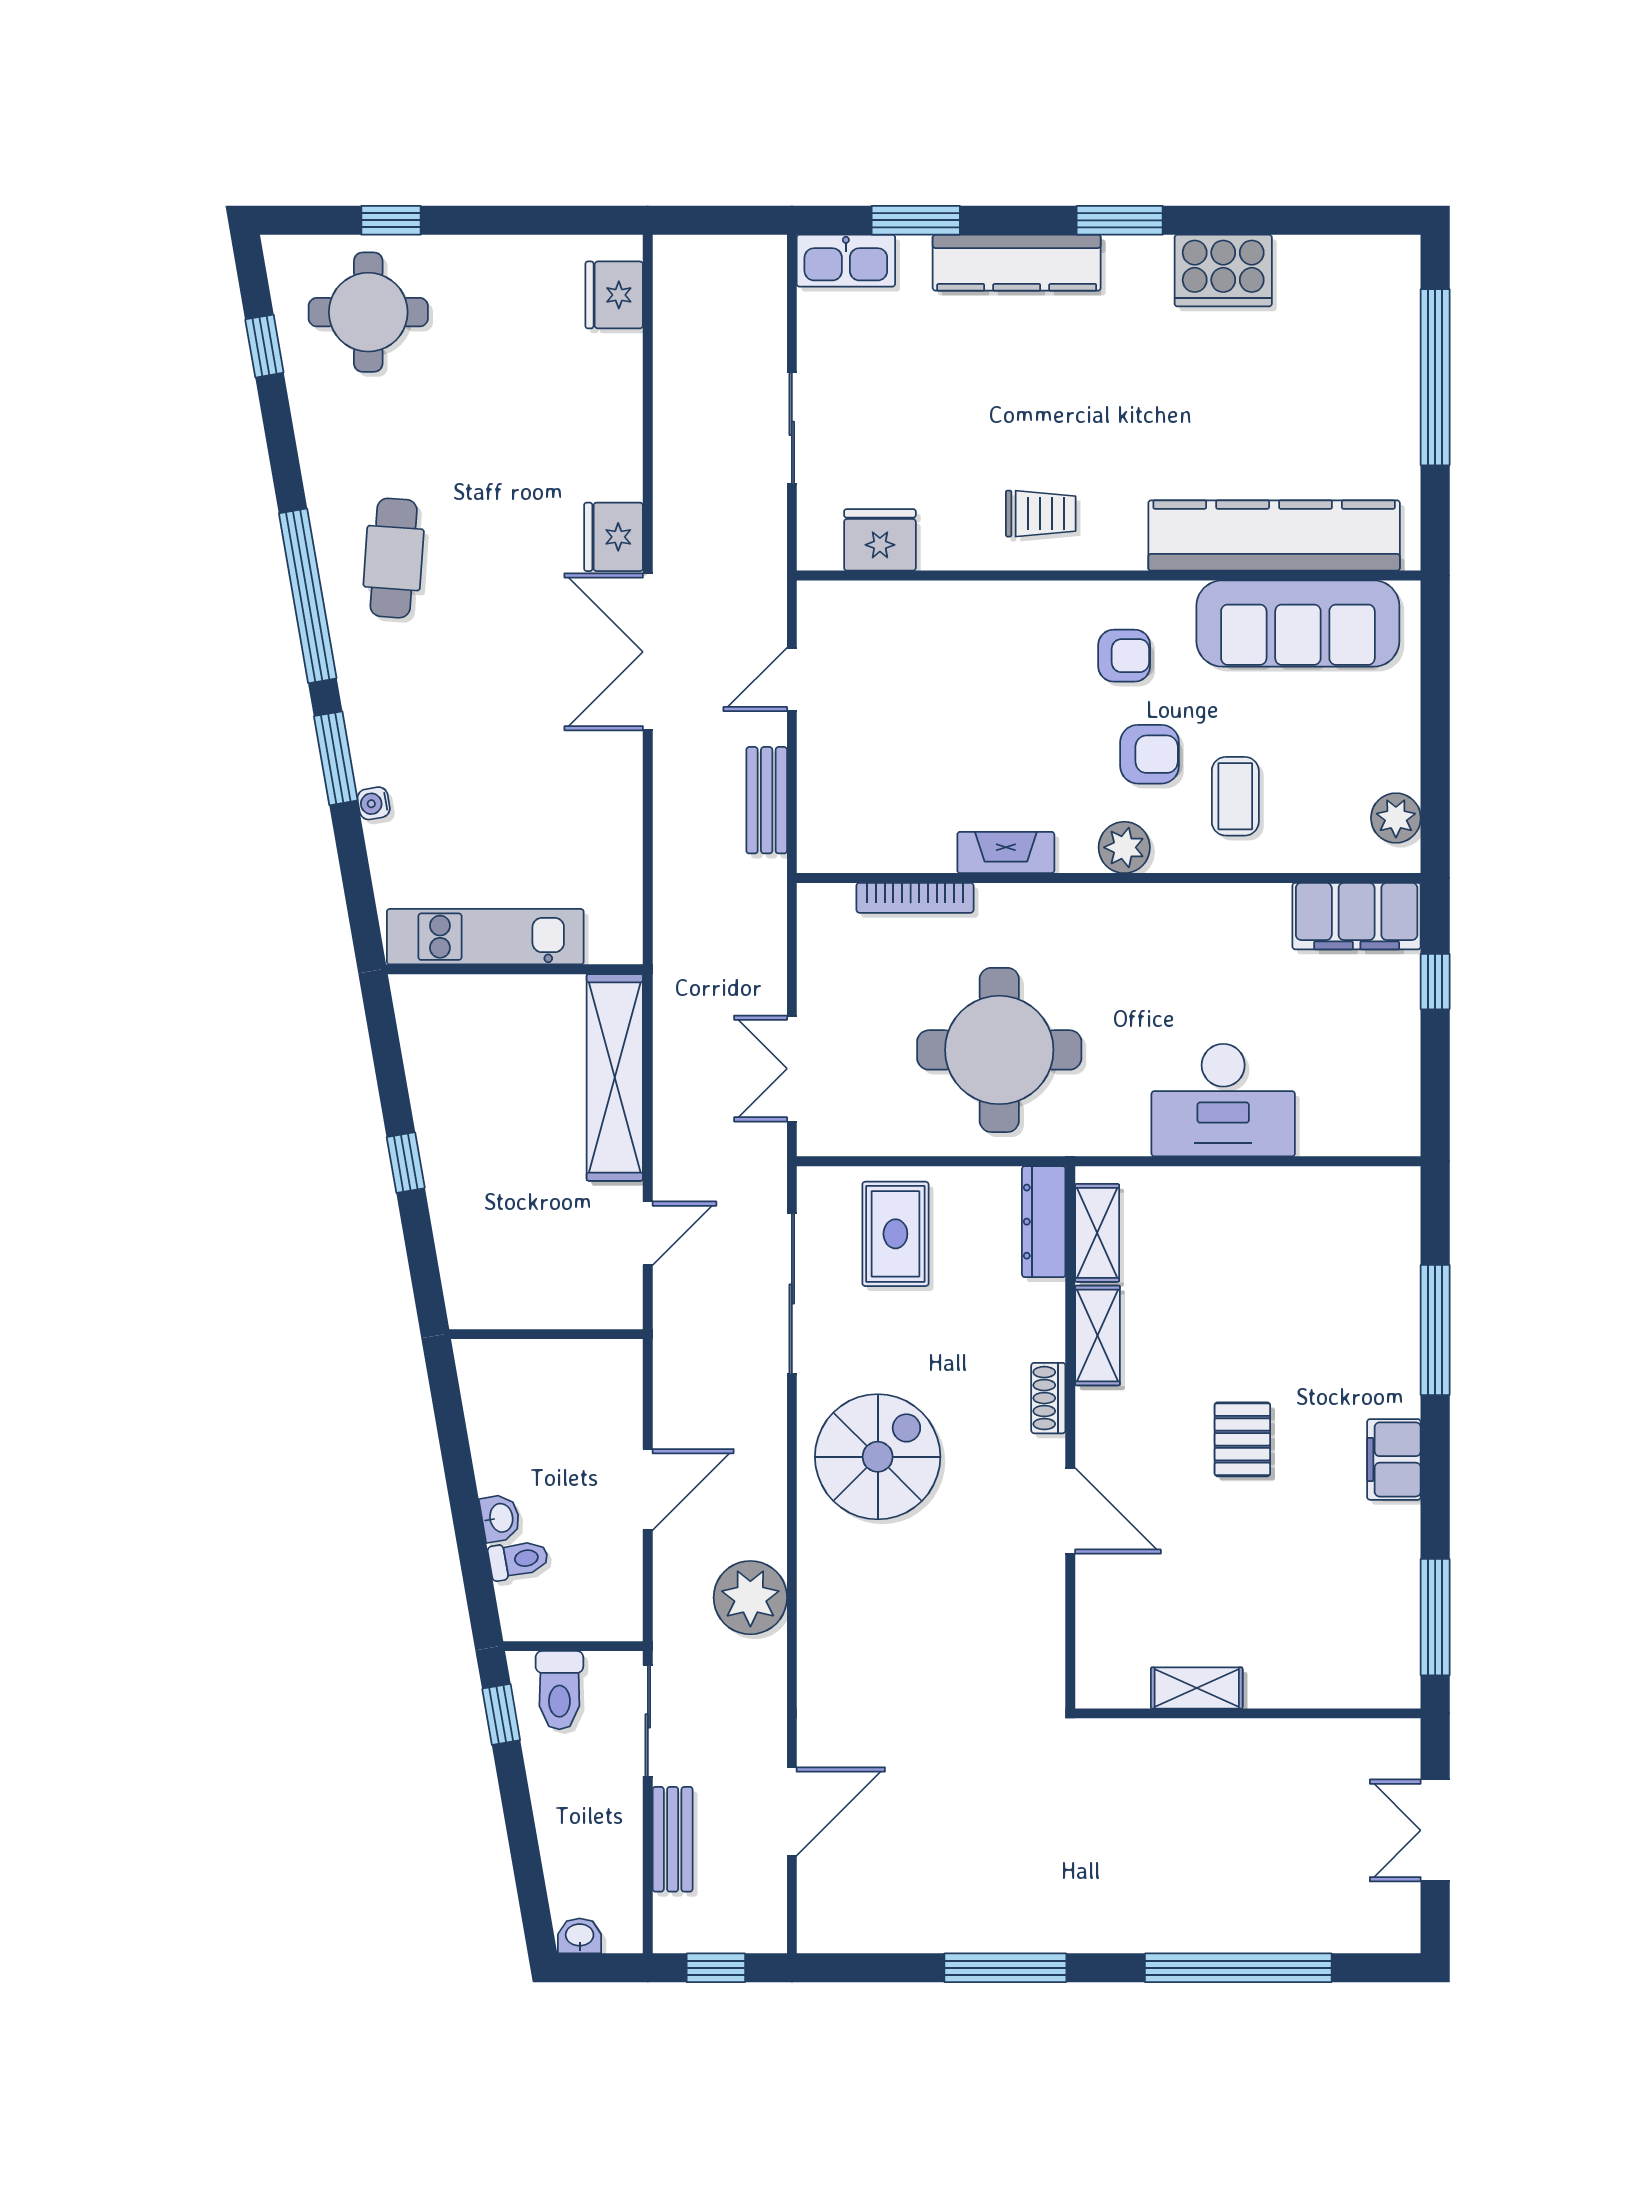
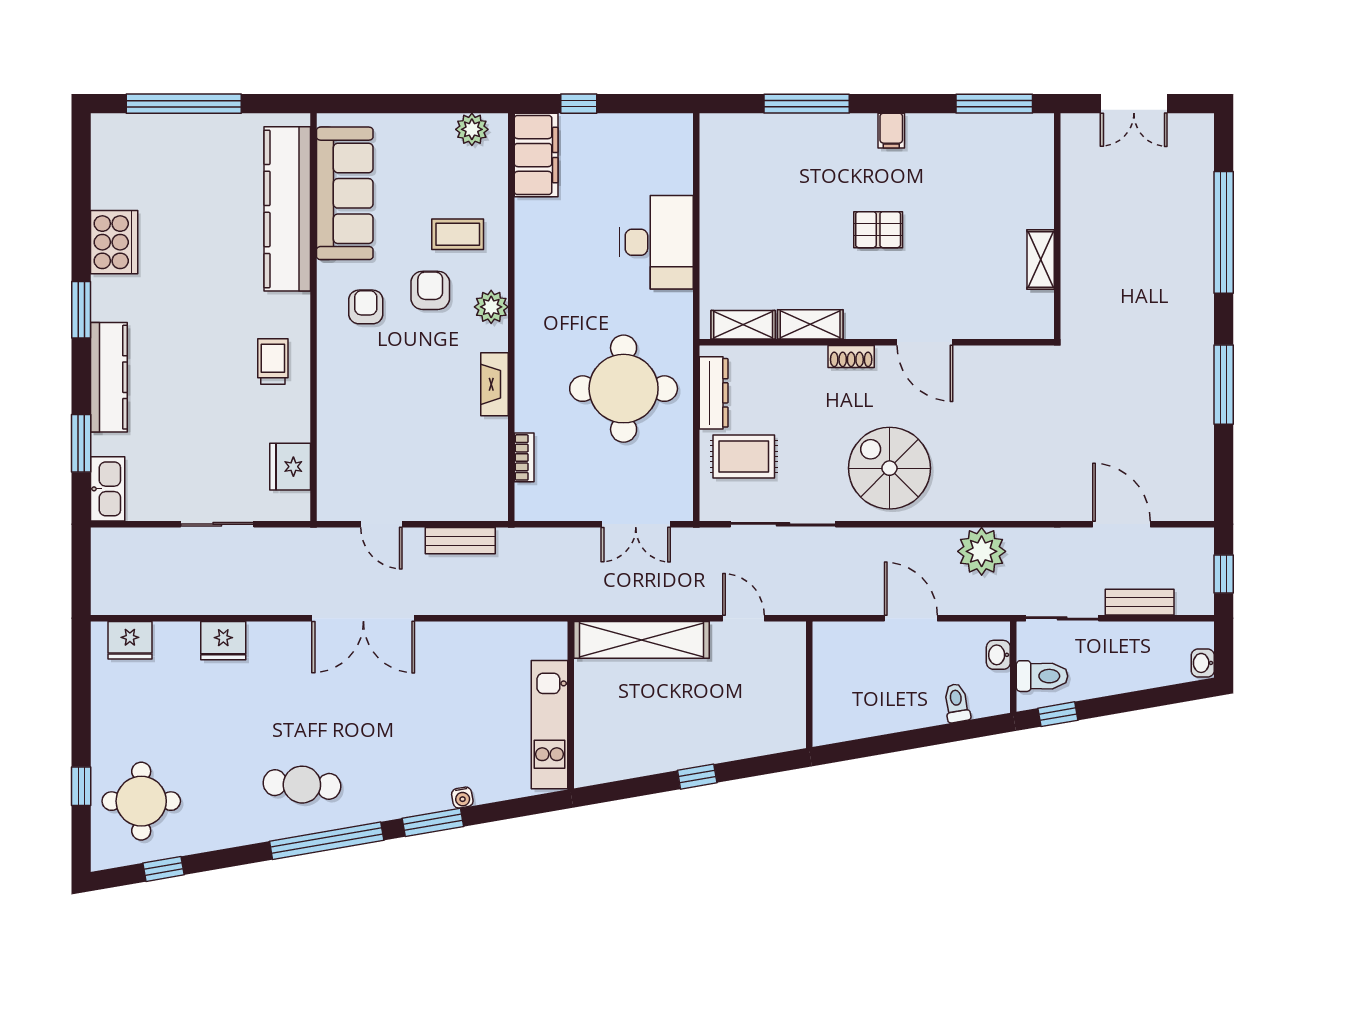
fridge: (614, 537) -> (223, 641), moved
bookcase: (915, 898) -> (524, 457), width x0.64
dresser: (1044, 1222) -> (714, 393), moved, turned -90
filing cabinet: (1394, 1459) -> (891, 131), width x0.50
door: (1070, 1511) -> (925, 342), swing flipped
washbasin: (500, 1518) -> (998, 655), moved, turned -80

